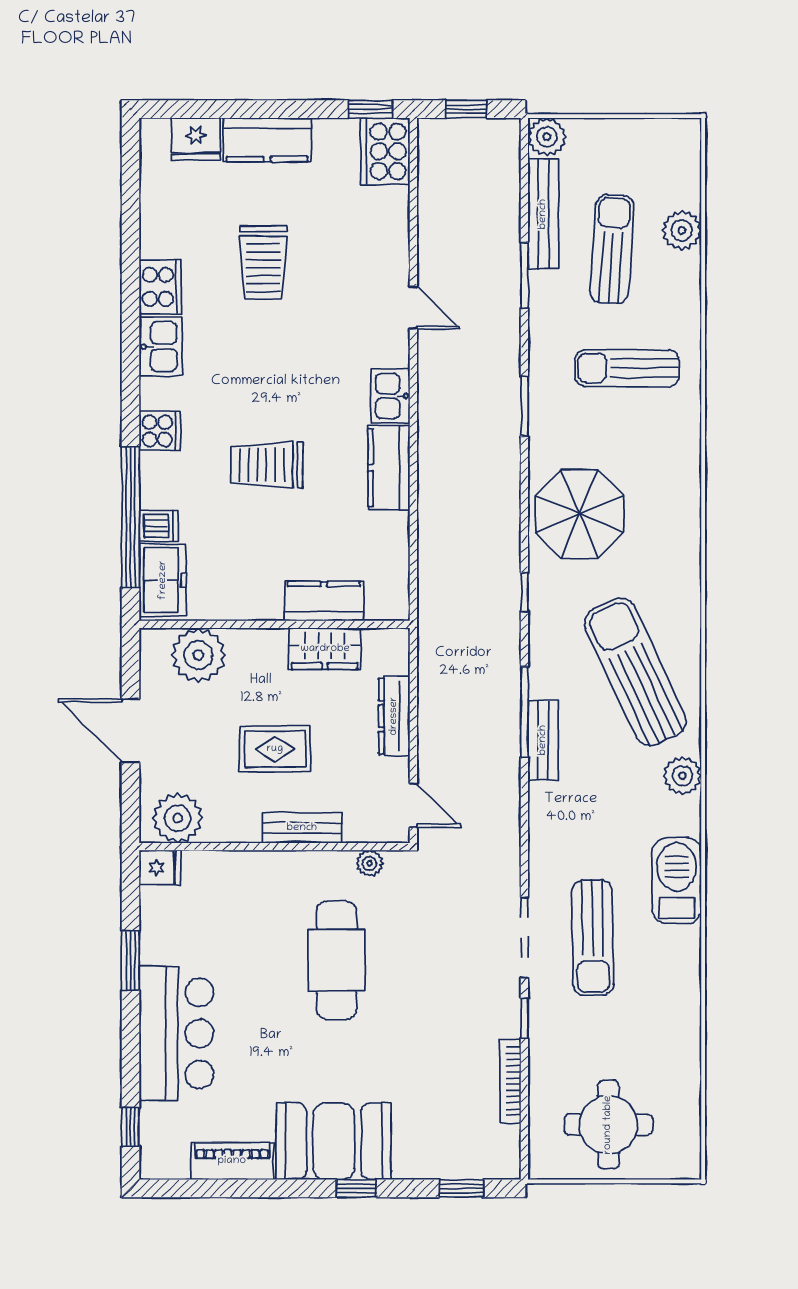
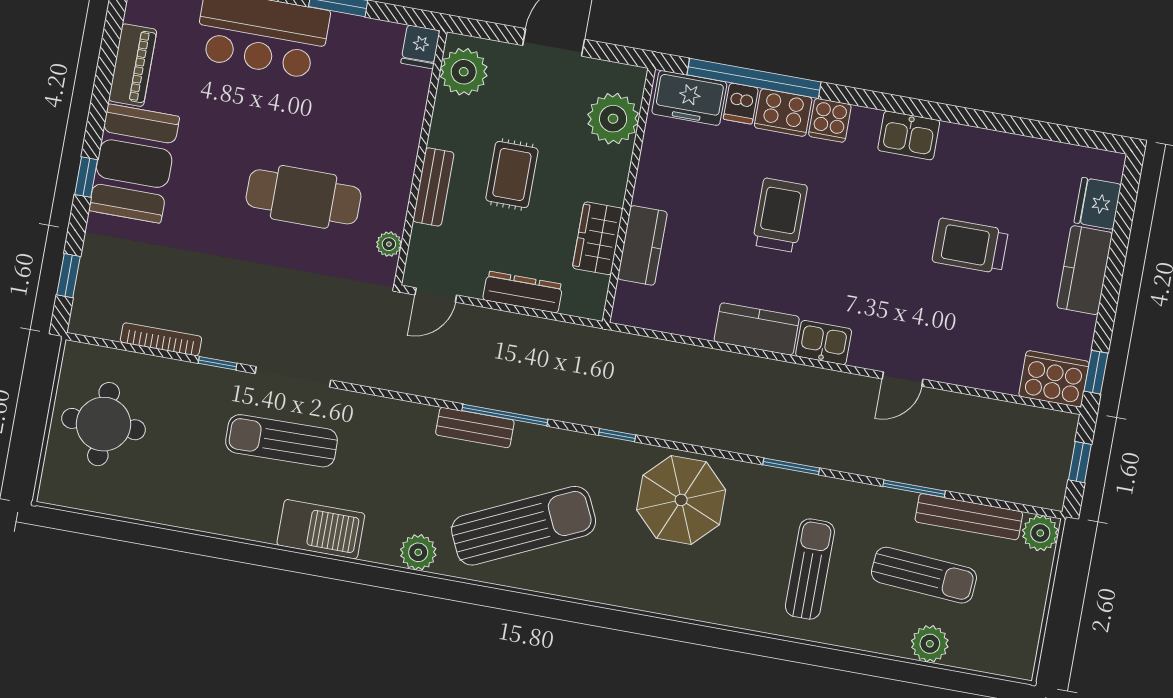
cooker: (160, 287) -> (783, 113), moved

